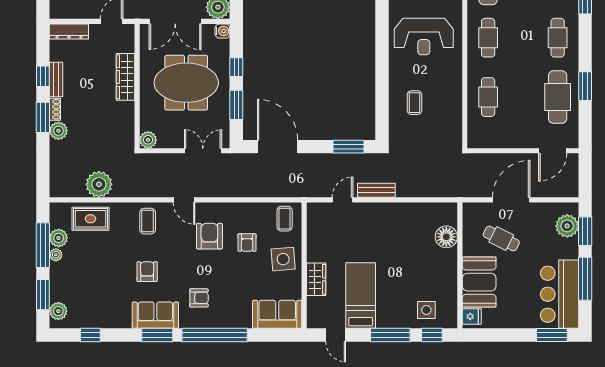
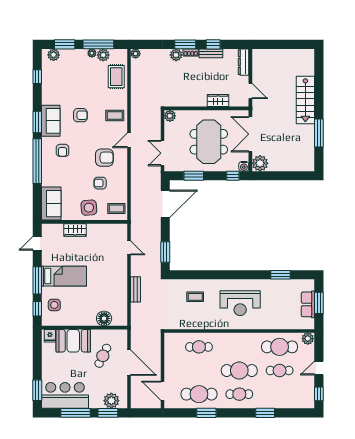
reception desk: (424, 36) -> (240, 303), turned -90
cafe table: (488, 38) -> (239, 371), moved, width x1.37, depth x1.35
window: (236, 67) -> (233, 176), moved
wardrobe: (126, 77) -> (218, 101), width x0.67
double door: (203, 151) -> (162, 153), swing flipped
plant: (99, 184) -> (136, 54), moved, width x0.53, depth x0.53
bench: (376, 190) -> (136, 289), moved
bed: (361, 296) -> (64, 276), moved

